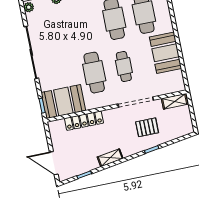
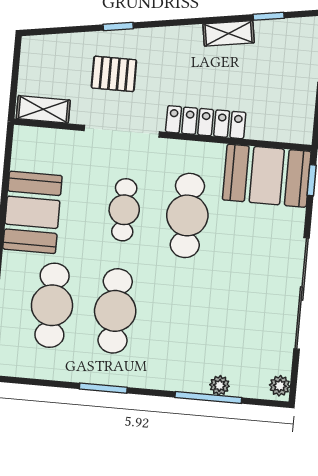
locker: (84, 121) -> (206, 122), moved
shelving: (110, 158) -> (229, 33), moved

